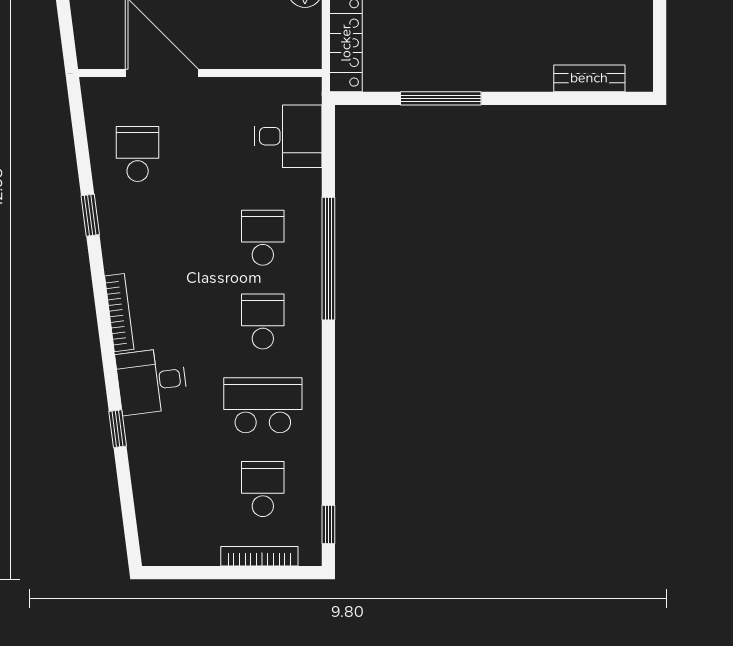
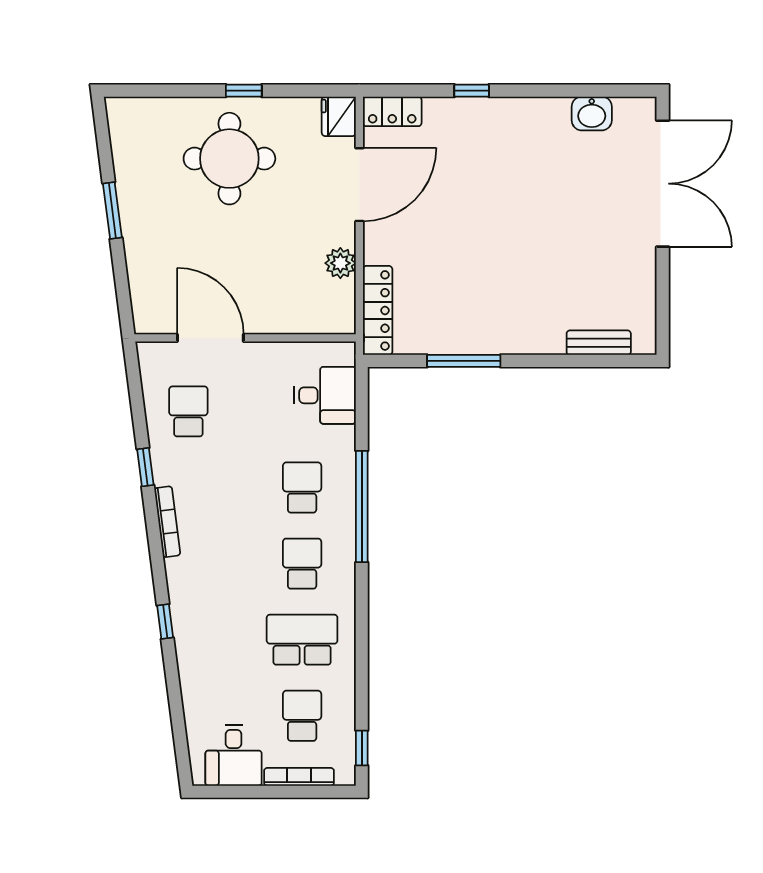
bookcase: (119, 313) -> (167, 522), moved
desk: (152, 381) -> (234, 755), moved, turned -83
window: (118, 429) -> (165, 621), moved

